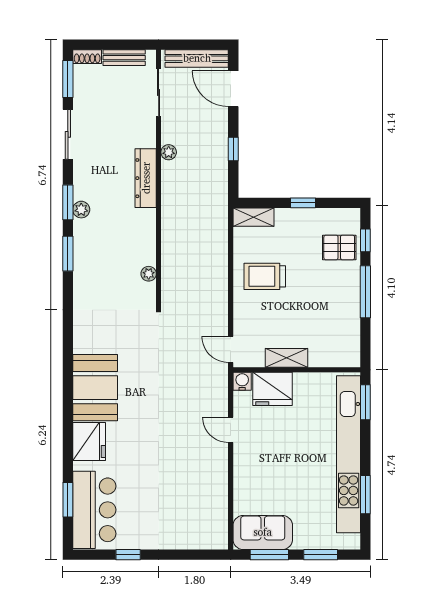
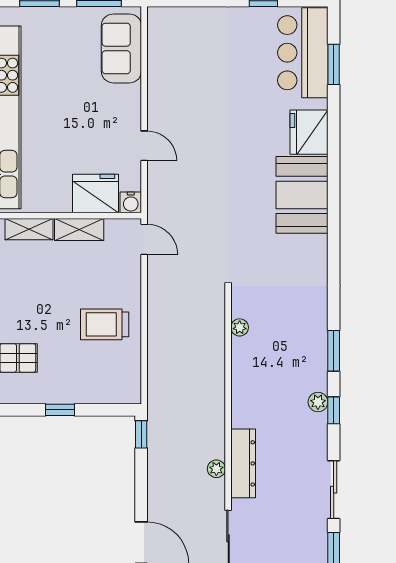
window: (233, 149) -> (141, 434), moved
dresser: (146, 178) -> (243, 463), moved
window: (68, 202) -> (334, 410), width x0.67
shelving: (253, 217) -> (29, 229), moved
trolley: (265, 276) -> (105, 324), turned 180
sofa: (263, 532) -> (121, 48), moved, turned 90

